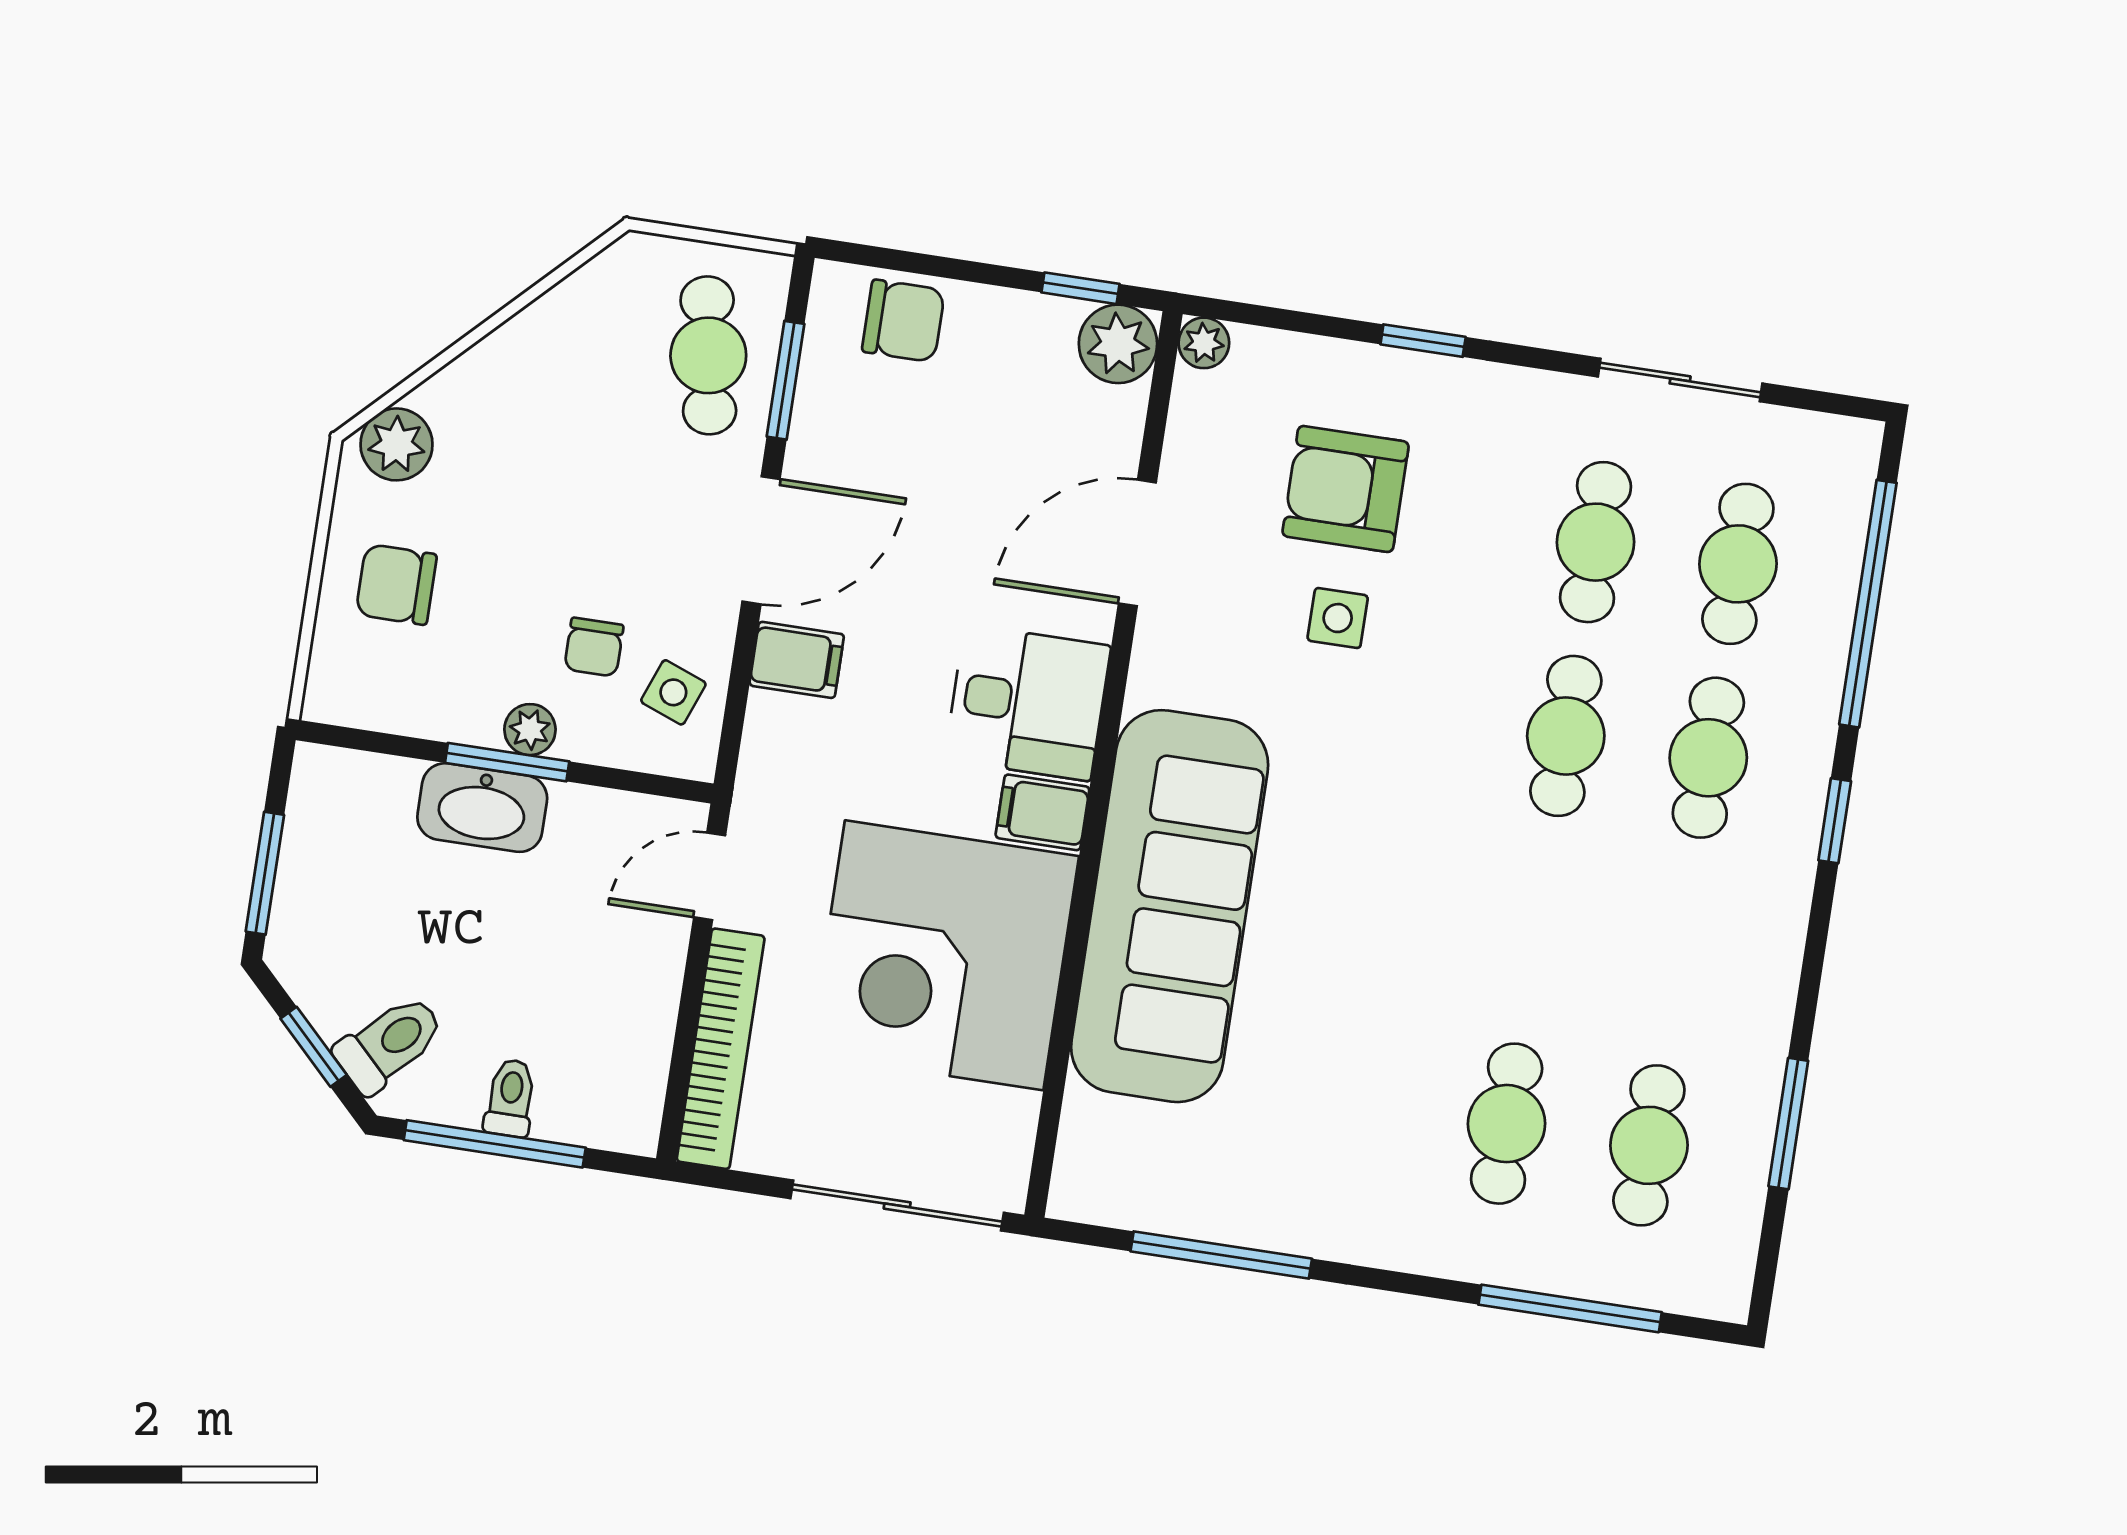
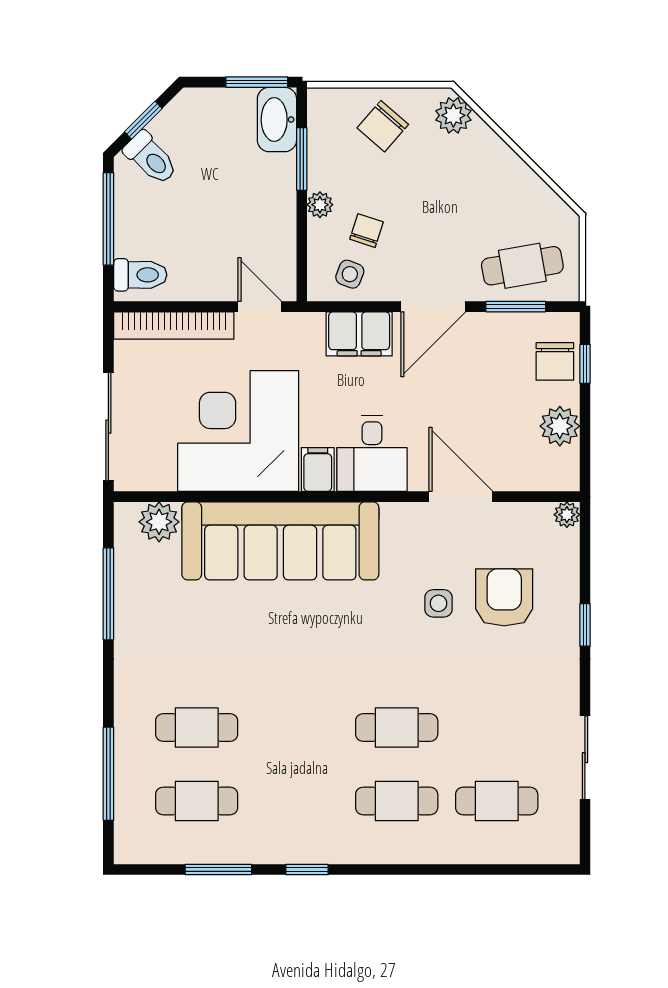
window: (1080, 288) -> (585, 364), moved
plant: (1118, 344) -> (560, 426), moved
door: (761, 540) -> (433, 307), hinge flipped
cafe table: (1596, 542) -> (497, 727), removed
chair: (396, 584) -> (383, 126), turned -139
window: (1868, 604) -> (487, 870), removed
chair: (594, 647) -> (366, 231), turned 108
filing cabinet: (797, 660) -> (359, 334), width x2.00
window: (507, 762) -> (302, 159), moved
washbasin: (482, 808) -> (277, 120), moved
window: (1835, 821) -> (307, 870), moved
window: (265, 873) -> (257, 82), moved
toilet: (510, 1098) -> (140, 275), moved, width x1.37, depth x1.39
plant: (1097, 1135) -> (159, 522), added

